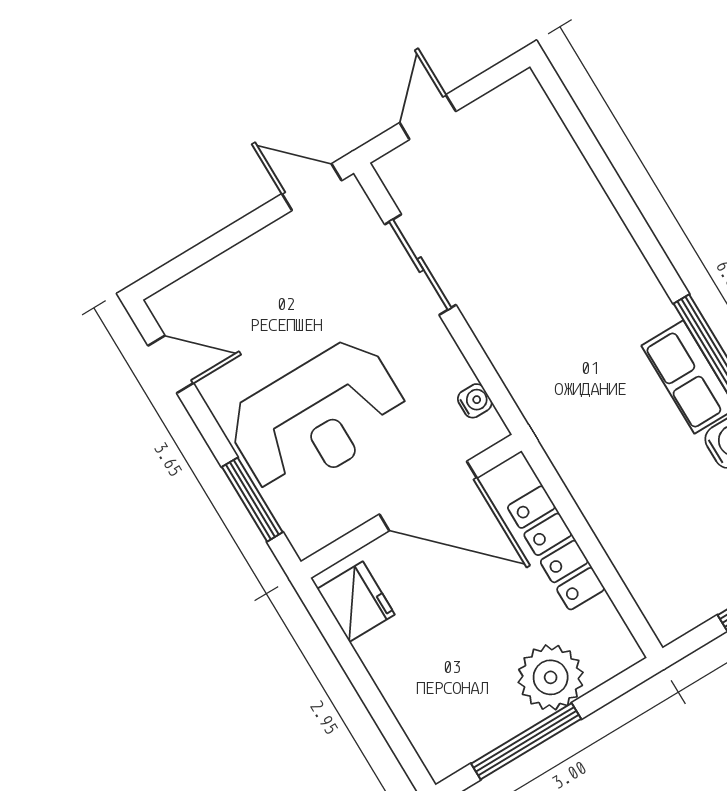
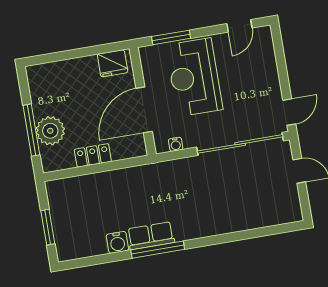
sliding door: (420, 265) -> (240, 144), width x1.86
locker: (556, 548) -> (93, 155), width x0.66
window: (526, 741) -> (31, 130), moved

